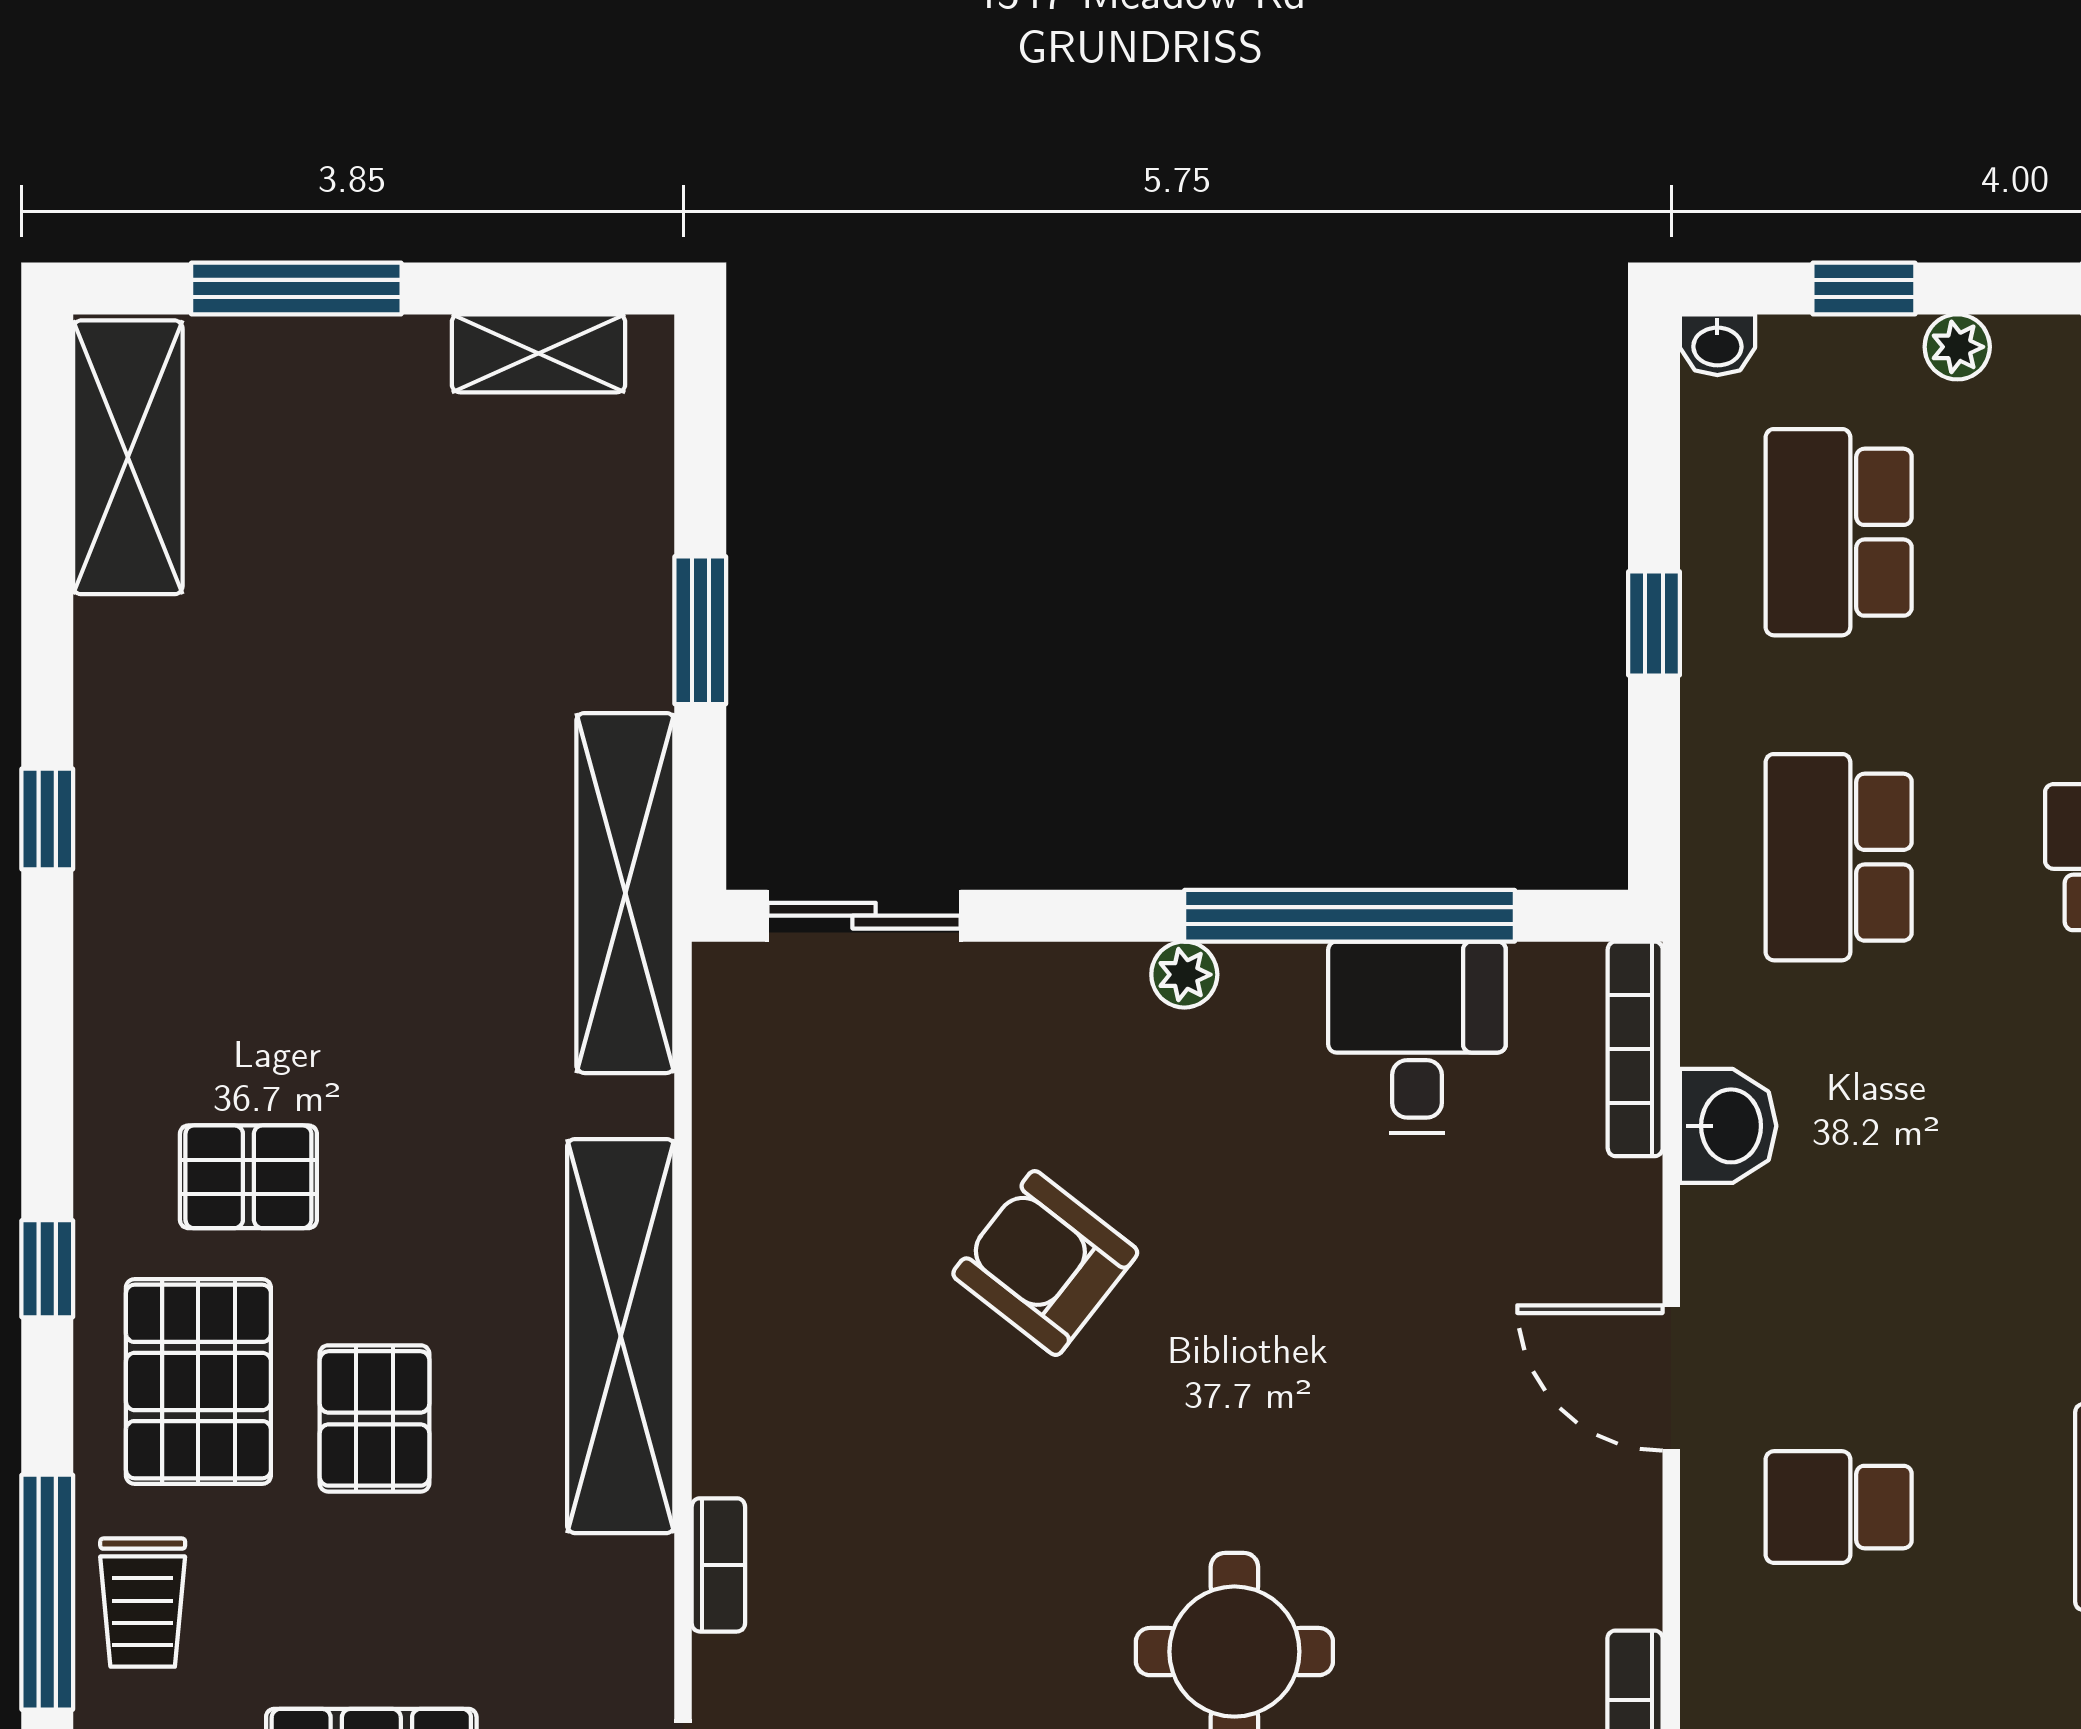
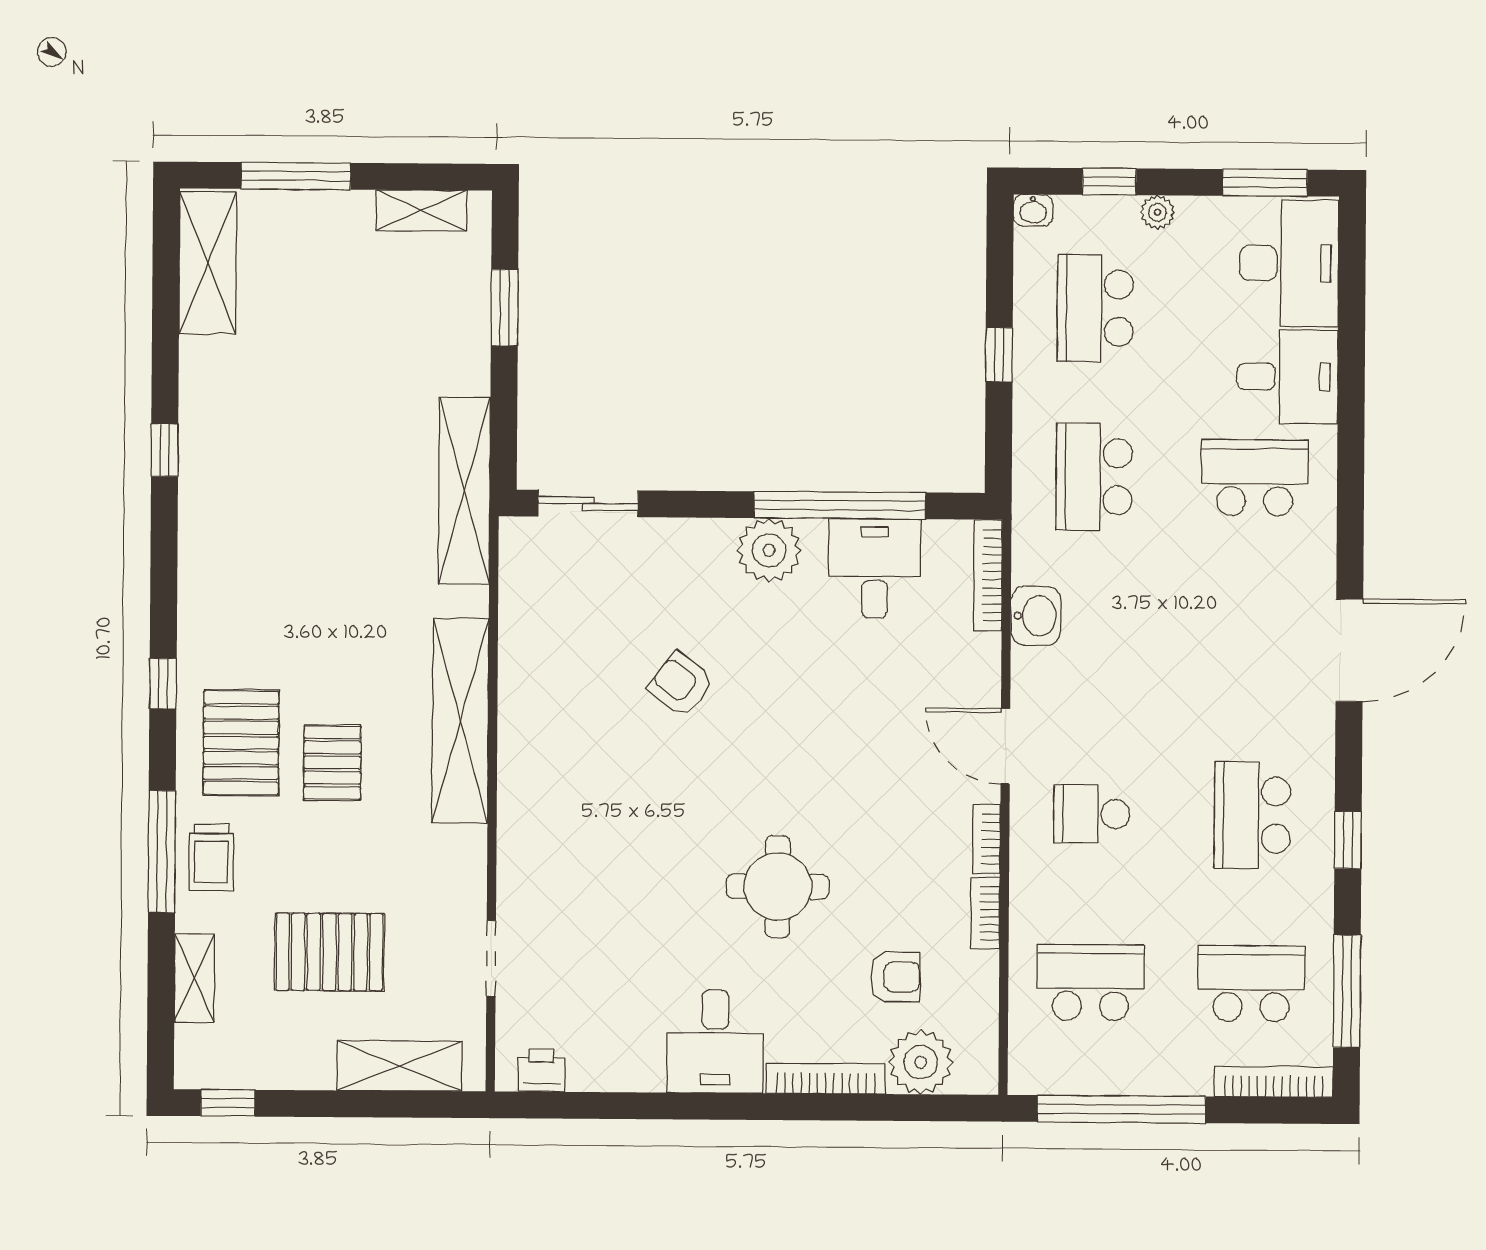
window: (700, 630) -> (505, 307), moved
plant: (1184, 975) -> (769, 550), width x1.88, depth x1.88
pallet: (248, 1177) -> (268, 637), removed
armchair: (1045, 1263) -> (681, 684), width x0.72, depth x0.72
bookcase: (718, 1565) -> (986, 839), moved, turned 180

